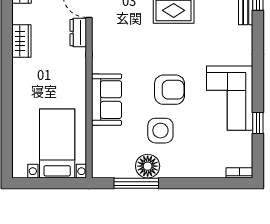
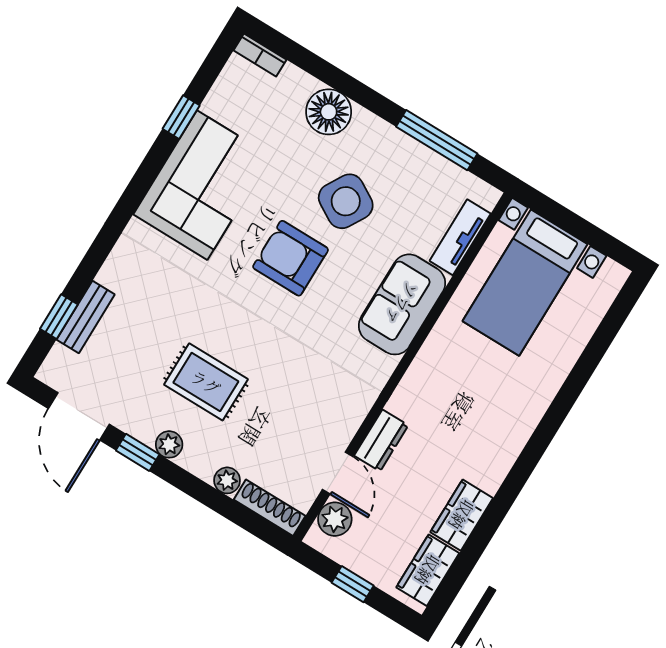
wardrobe: (21, 41) -> (462, 515), moved
side table: (160, 131) -> (346, 201), turned 30
tv unit: (99, 146) -> (460, 237), added
floor lamp: (148, 166) -> (329, 112), moved

